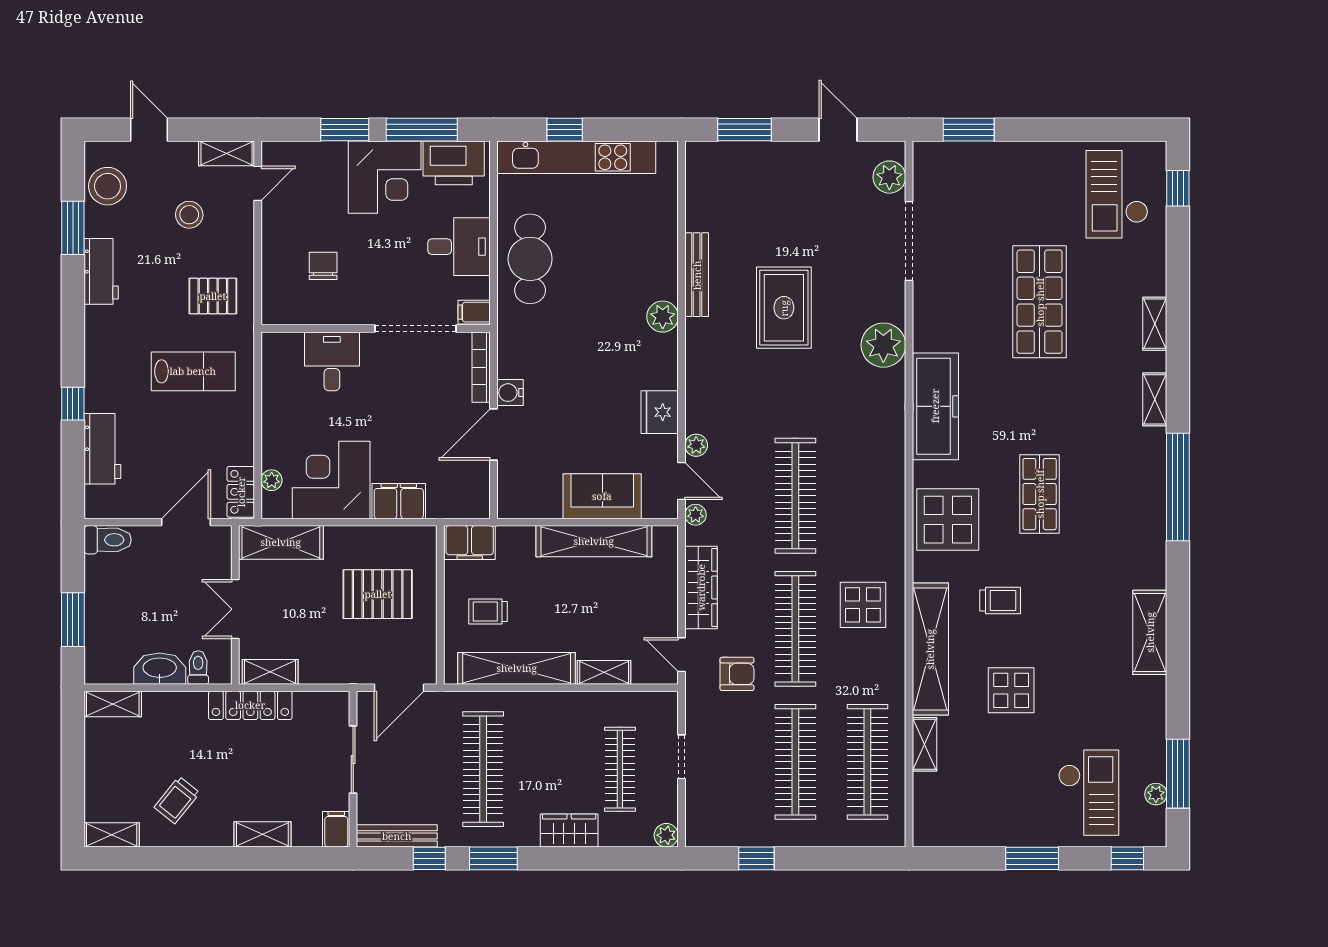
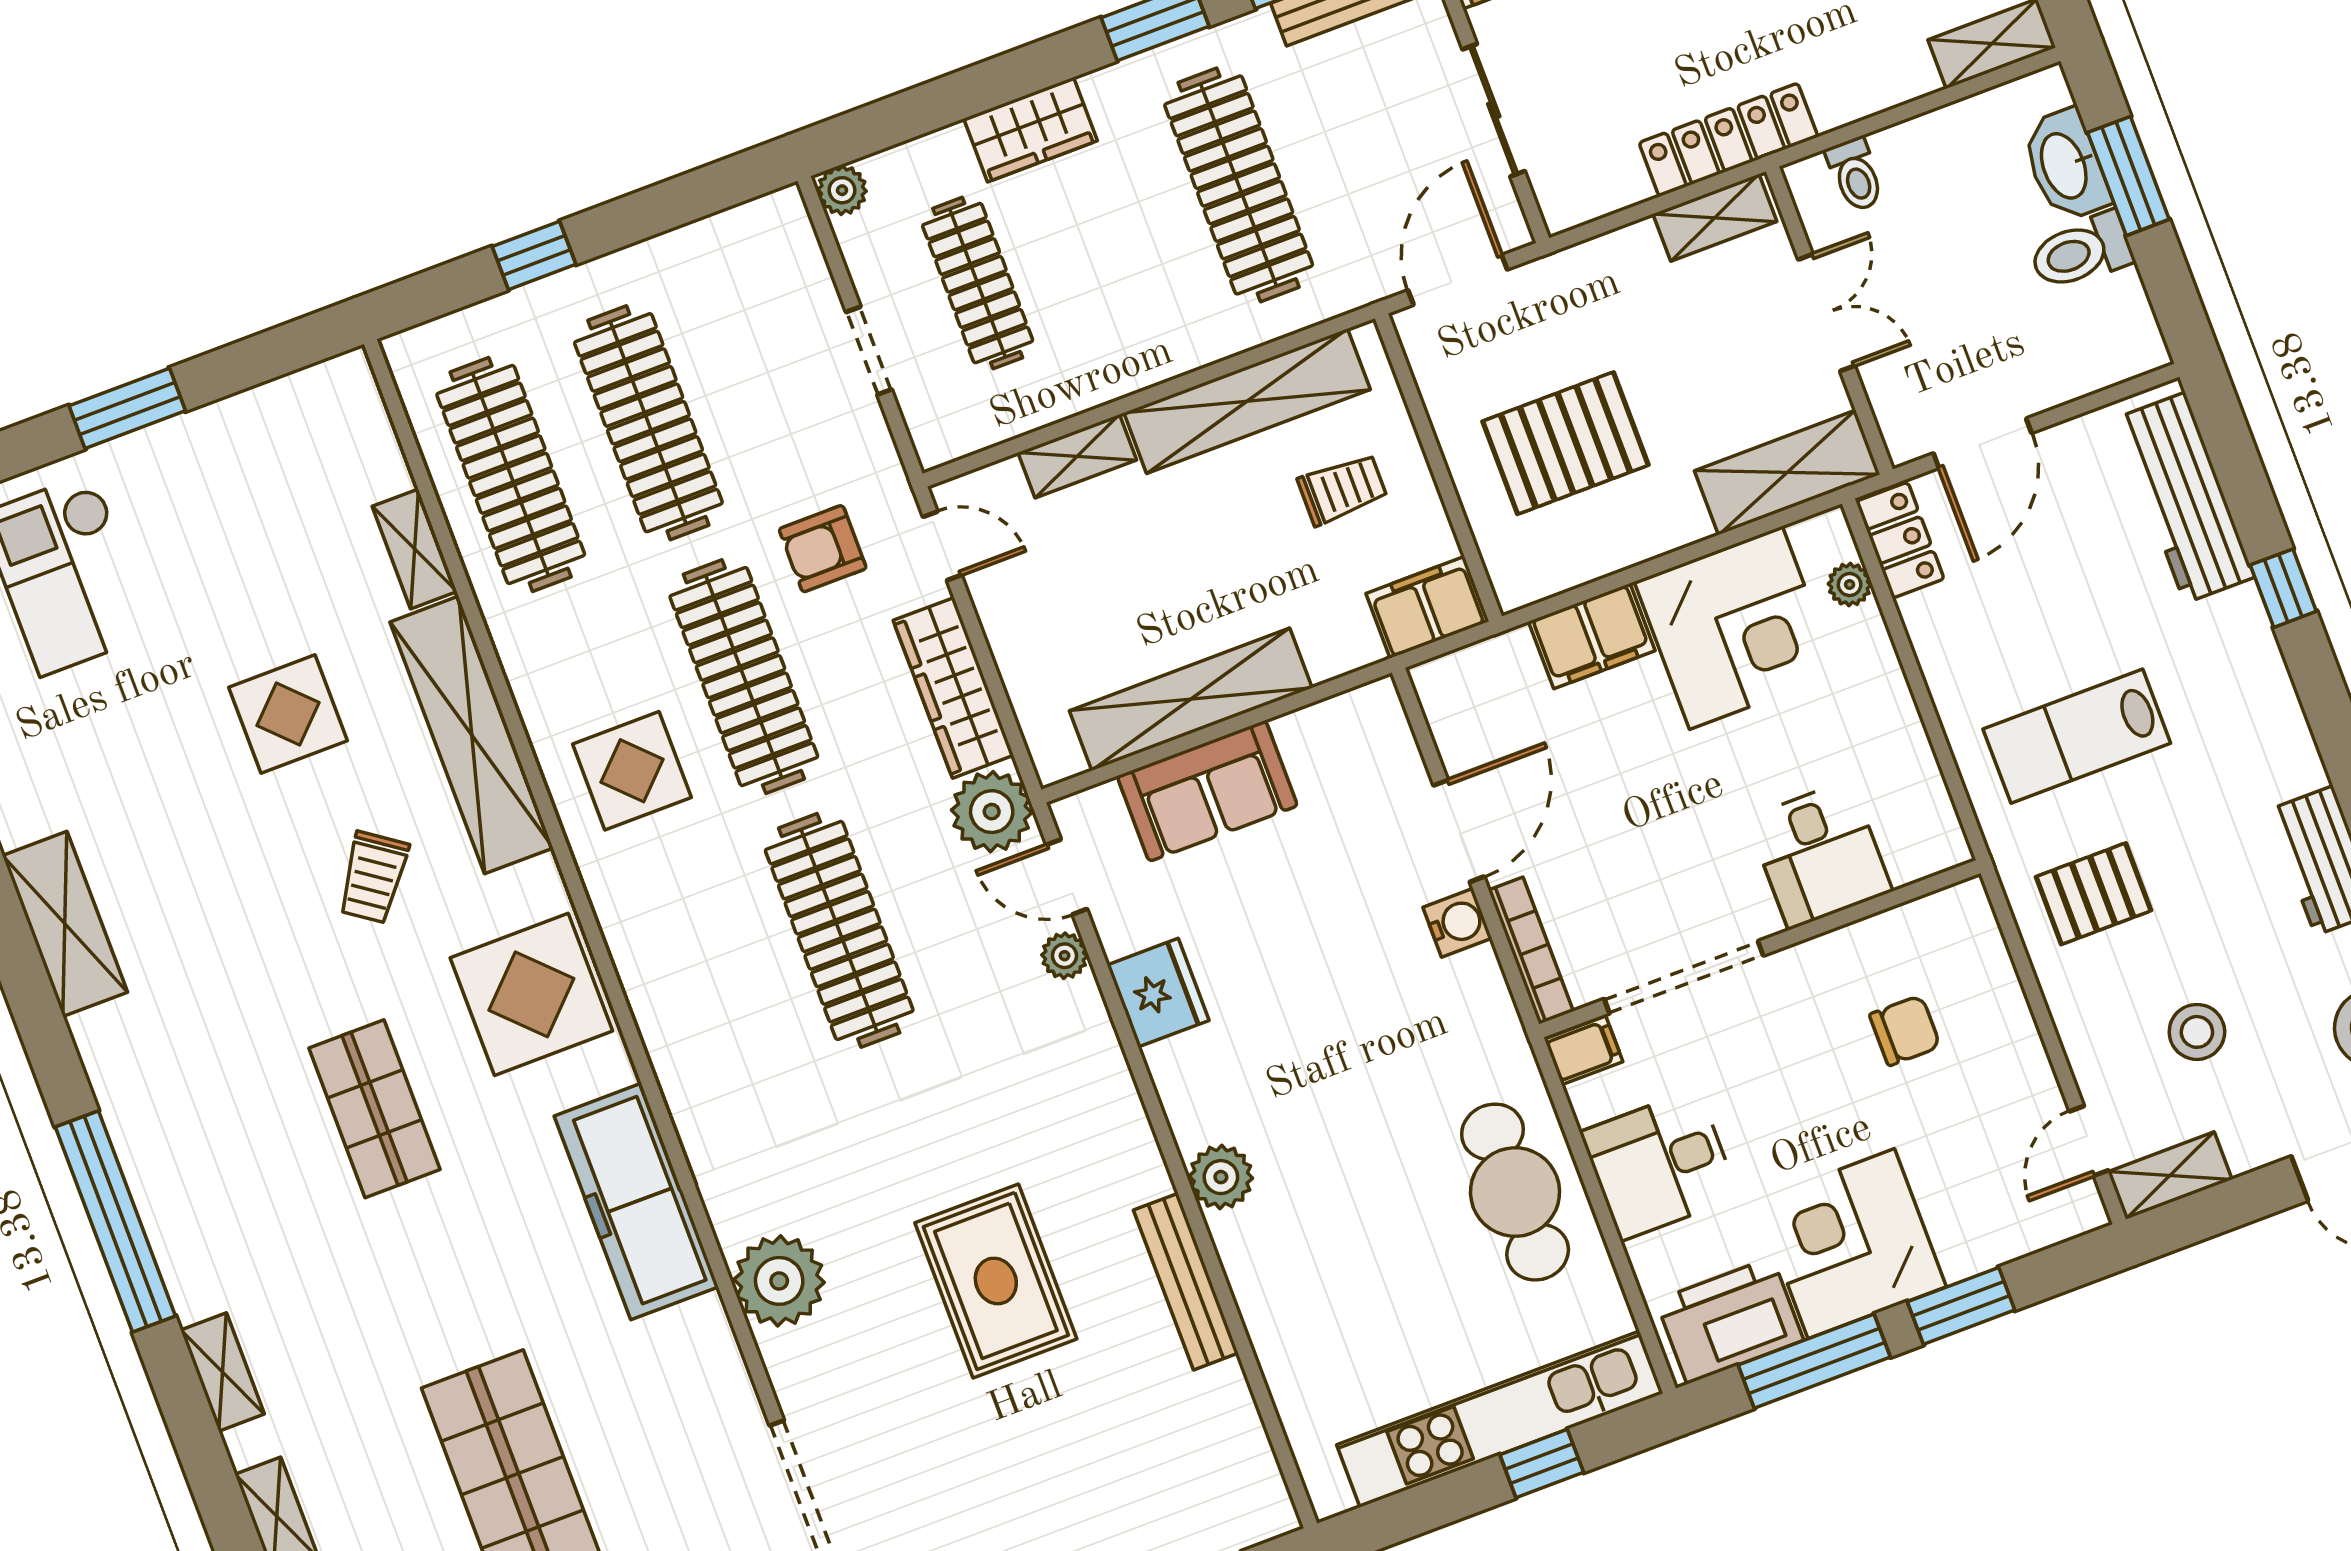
chair: (323, 266) -> (1905, 1030), turned -90
workbench: (102, 449) -> (2185, 498), width x1.38
plant: (696, 515) -> (992, 812), width x1.87, depth x1.87
toilet: (108, 540) -> (2081, 252), moved
trolley: (1000, 601) -> (373, 877), turned -55
washbasin: (160, 669) -> (2066, 165), moved, turned 90
window: (756, 858) -> (534, 255), moved

